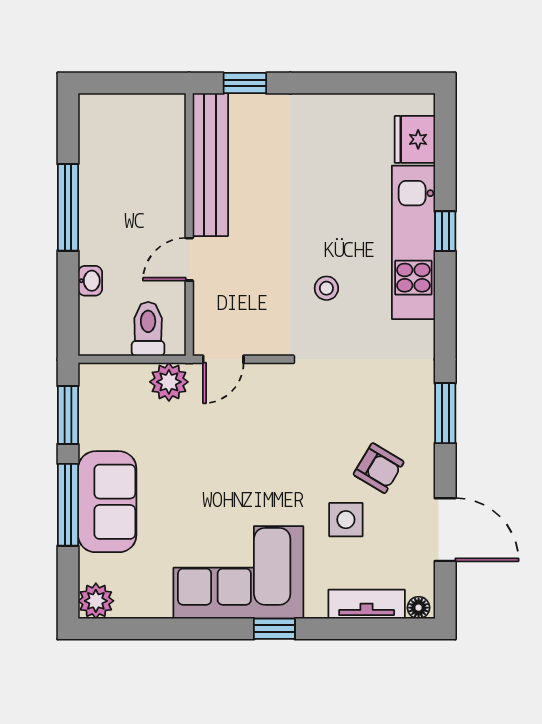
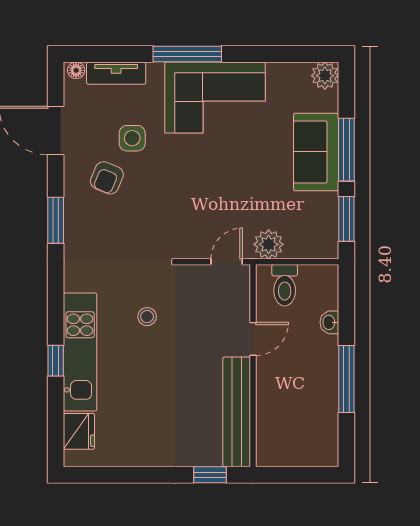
armchair: (379, 468) -> (107, 178), turned -98
window: (274, 629) -> (187, 54), width x2.17

